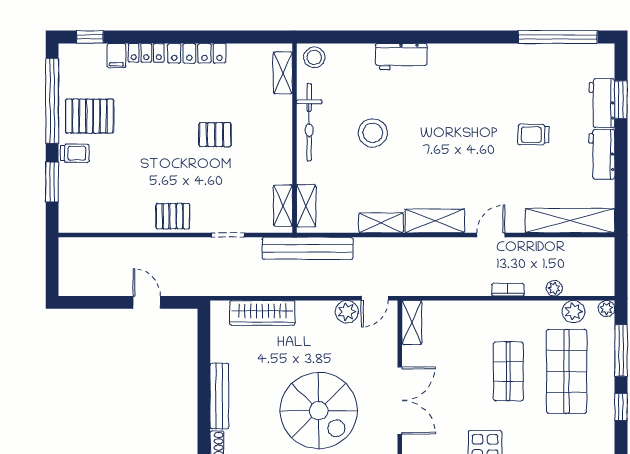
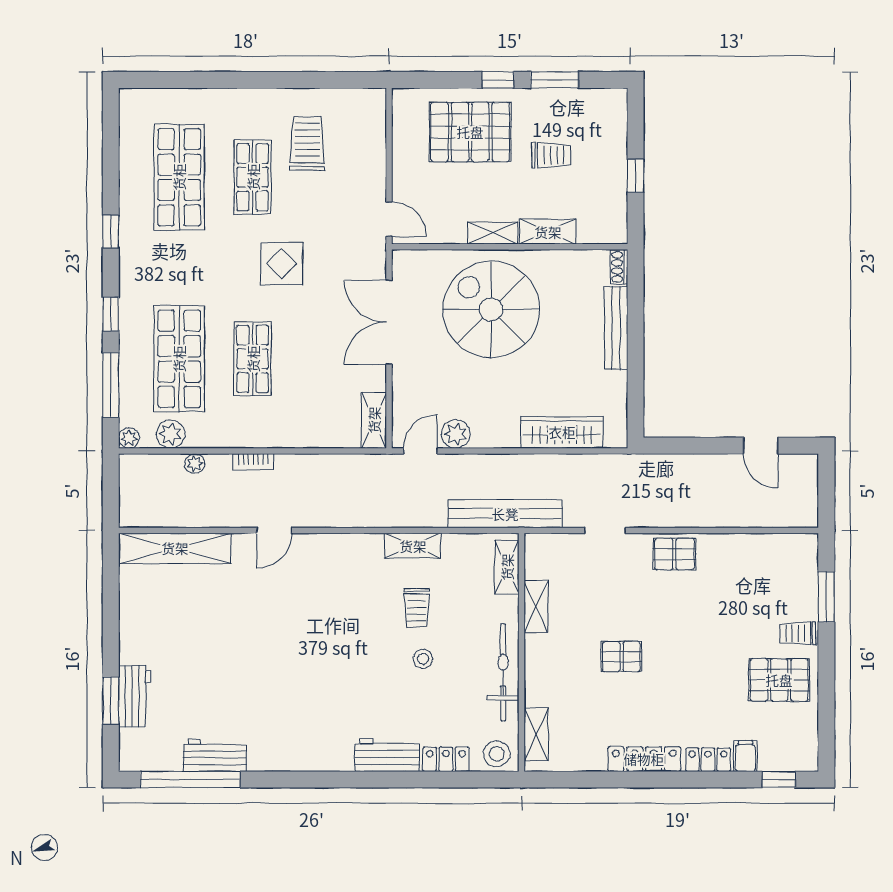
locker: (355, 53) -> (446, 759), added
window: (52, 101) -> (826, 699), removed
stool: (373, 133) -> (423, 659), width x0.53, depth x0.53
trolley: (533, 135) -> (417, 608), moved, turned 90
workbench: (602, 154) -> (215, 755), moved, turned -90
shelving: (283, 206) -> (536, 606), moved
shelving: (435, 221) -> (345, 548), removed
door: (147, 302) -> (761, 446), moved

